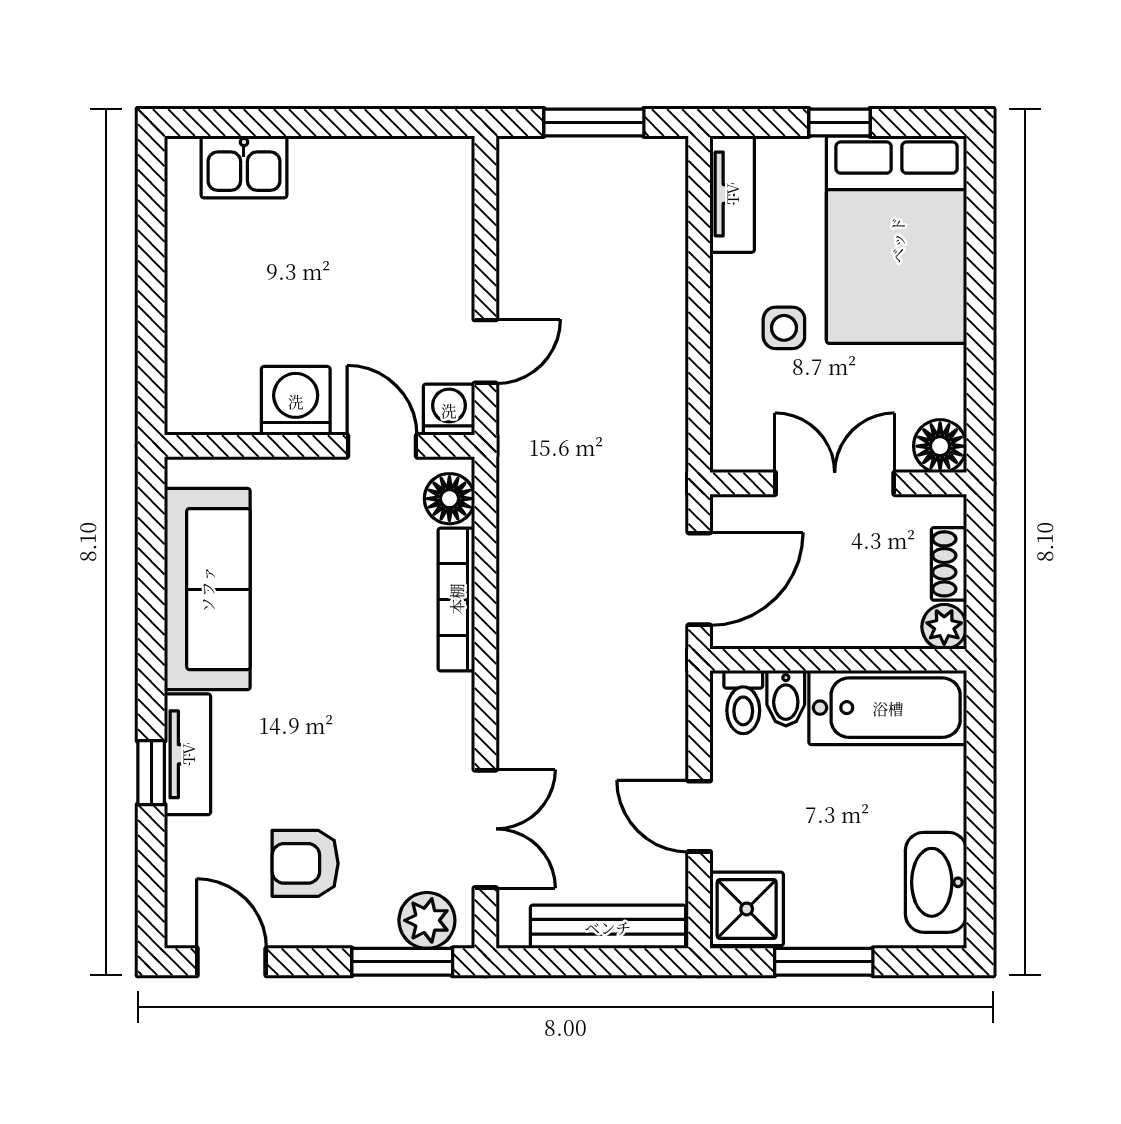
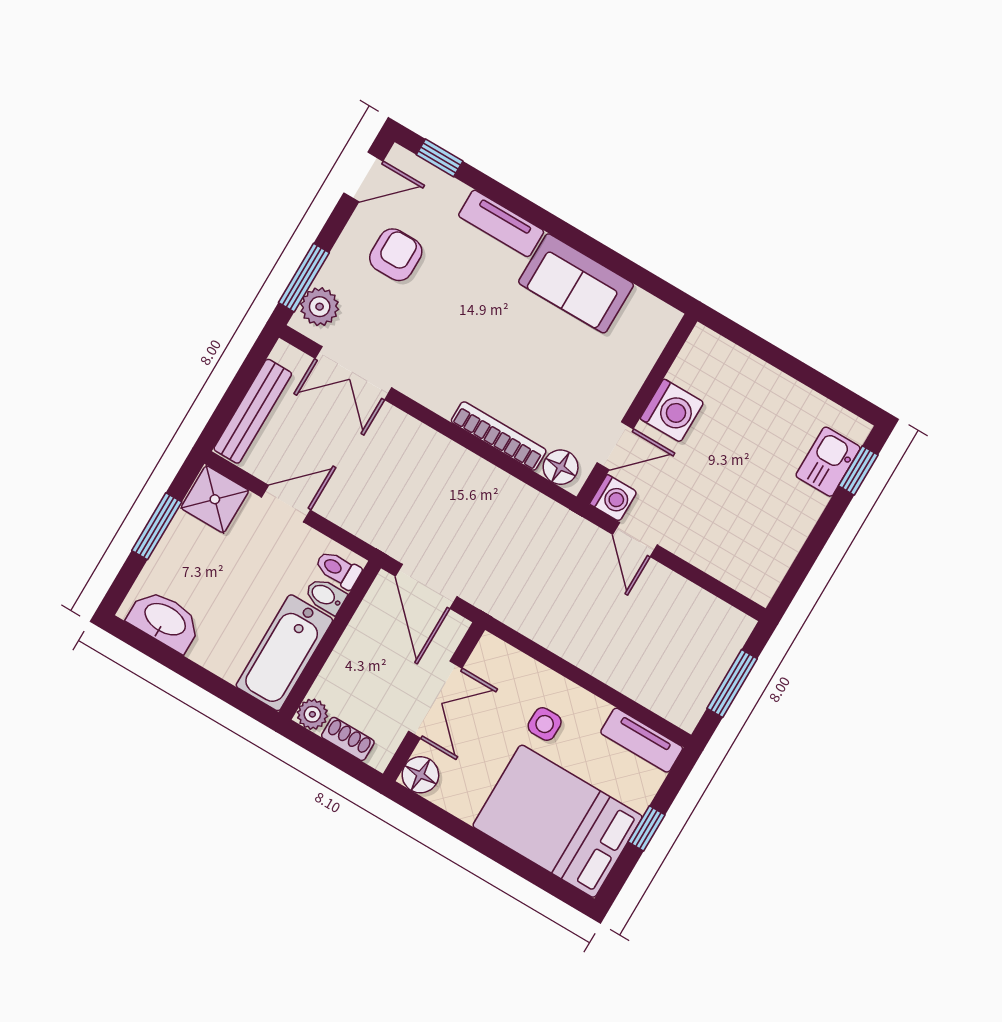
window: (233, 122) -> (858, 470), added
sofa: (207, 589) -> (576, 283), width x0.73
window: (151, 773) -> (440, 158), moved

